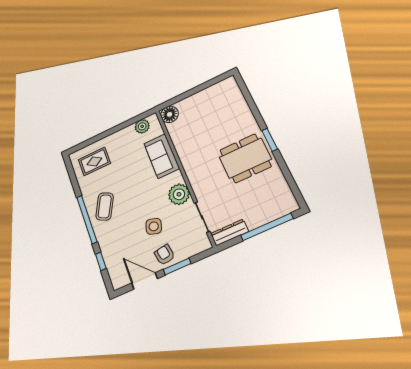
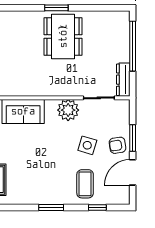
coffee table: (105, 206) -> (85, 184), moved, turned 63
window: (87, 219) -> (51, 208), width x0.47

